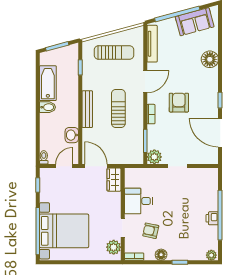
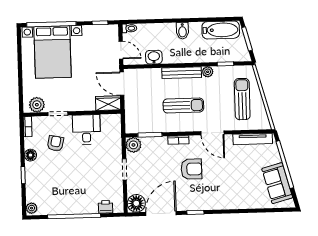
sun lounger: (114, 53) -> (242, 99), turned 180
floor lamp: (210, 59) -> (136, 203), moved
bathtub: (48, 83) -> (221, 30), moved
plant: (87, 84) -> (208, 72), added
door: (96, 166) -> (122, 84), swing flipped
printer: (212, 218) -> (106, 207), moved

